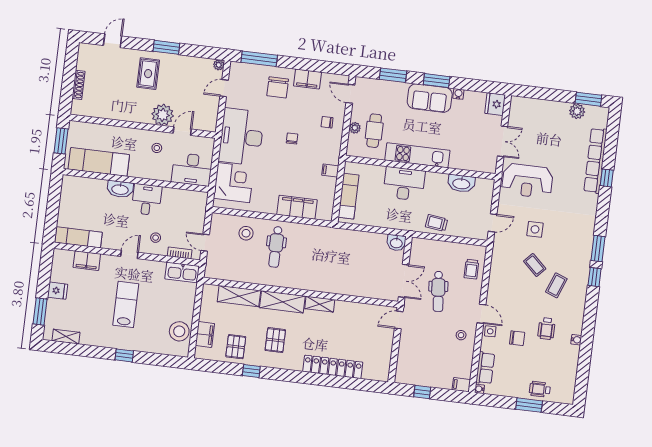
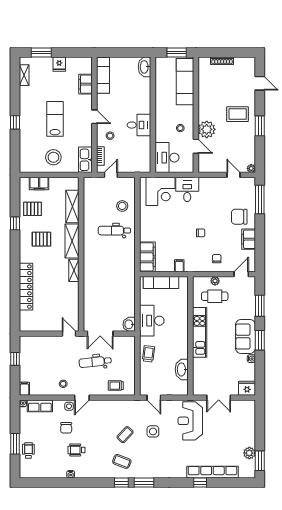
desk: (241, 137) -> (187, 189), width x0.53, depth x0.77
exam couch: (99, 162) -> (185, 82), moved, turned 180
desk: (404, 184) -> (152, 321), moved, turned 180
washbasin: (120, 189) -> (145, 67), moved
filing cabinet: (297, 207) -> (147, 257), moved
coffee table: (556, 285) -> (122, 461), moved
lab bench: (126, 304) -> (55, 119), turned -90
stool: (179, 331) -> (53, 157), moved

